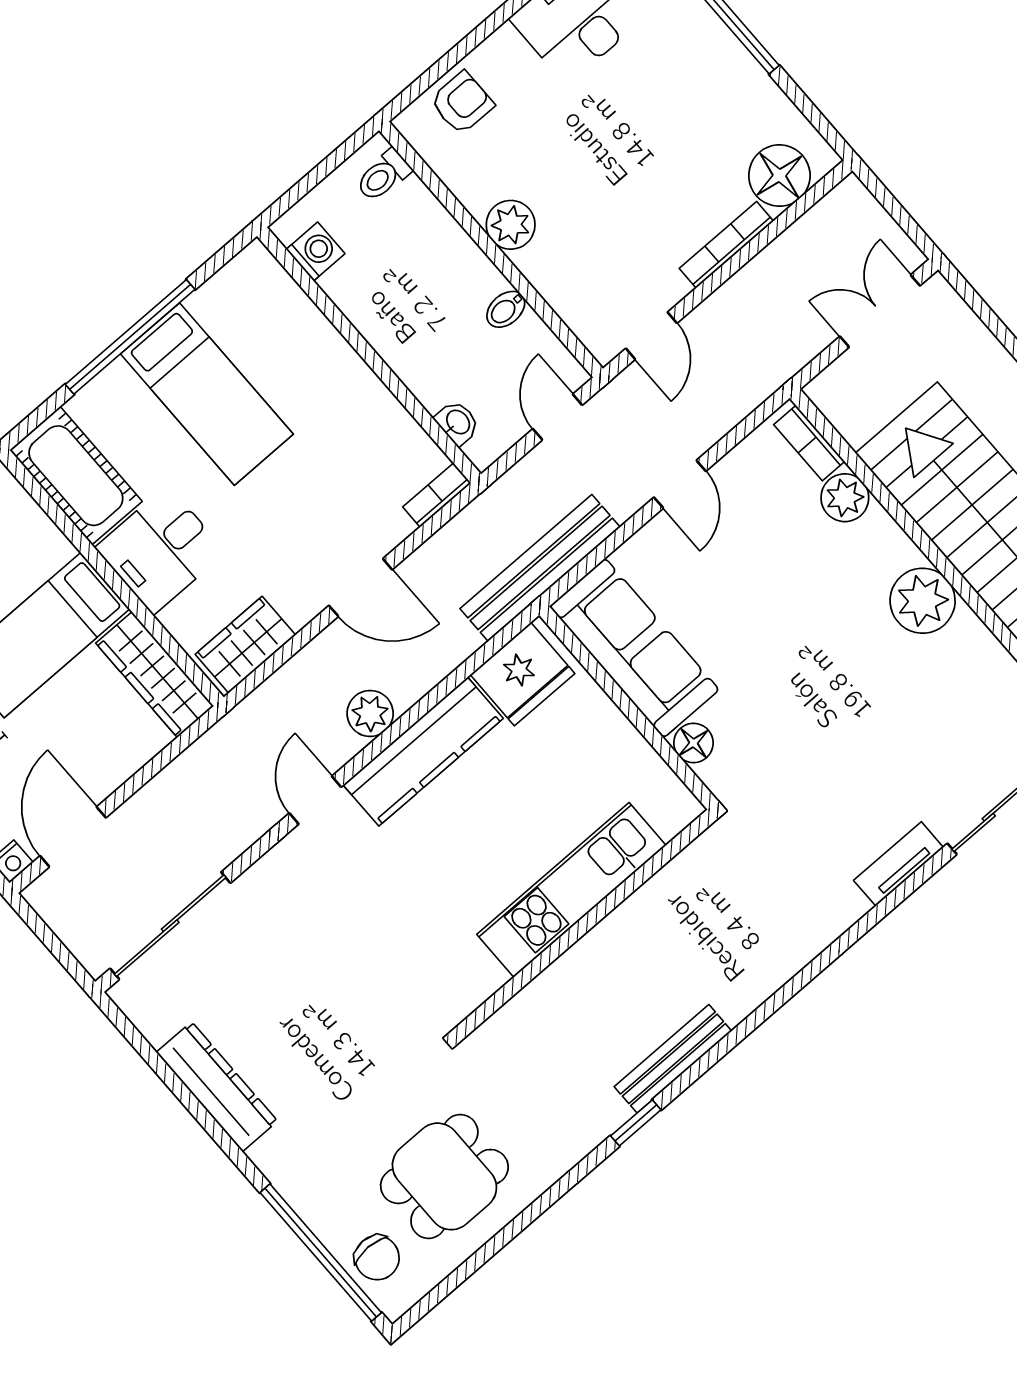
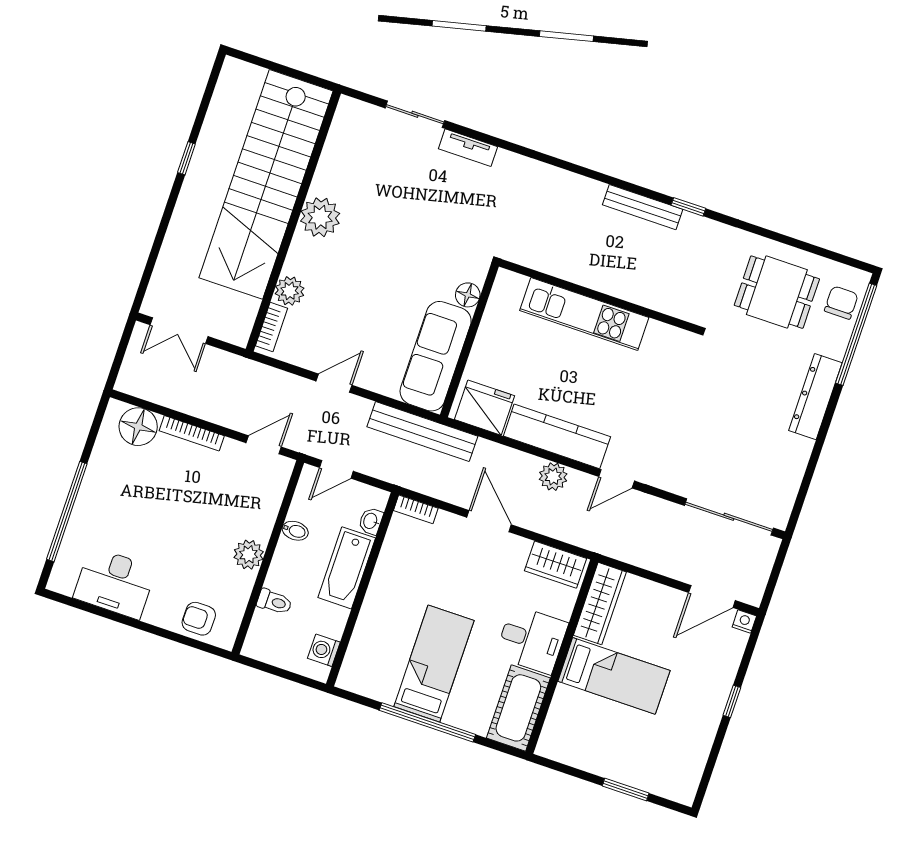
toilet: (383, 176) -> (274, 602), moved
bathtub: (412, 351) -> (347, 568), added
dresser: (217, 1087) -> (815, 397), moved

